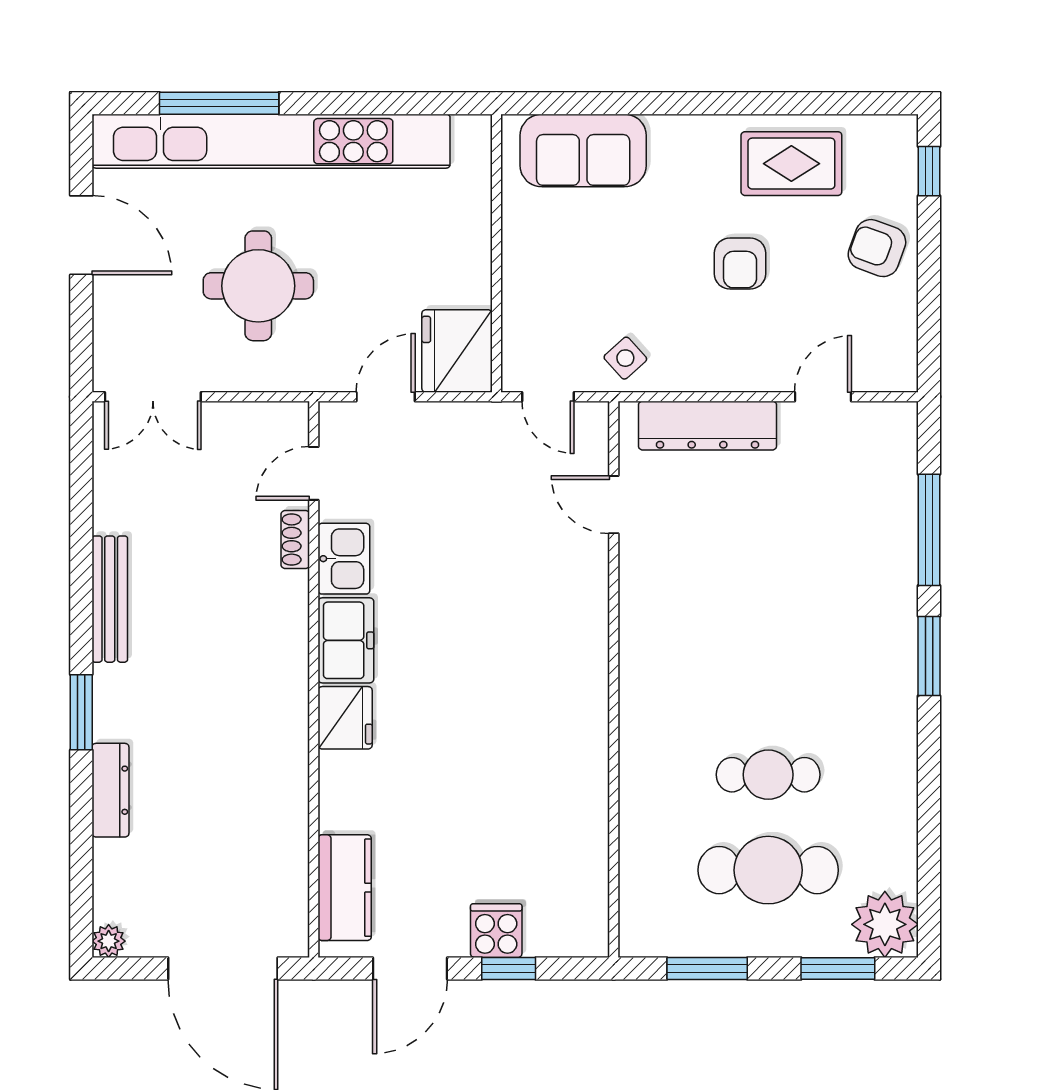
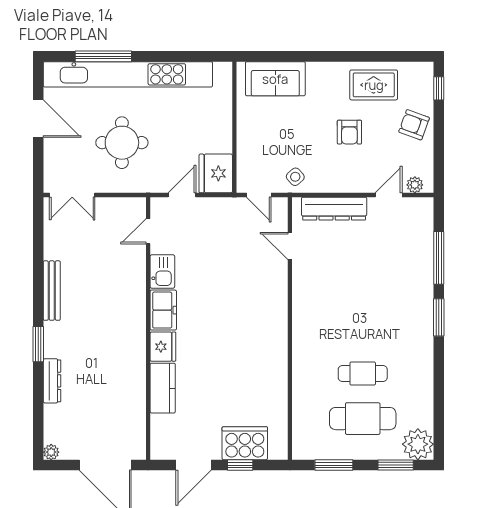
plant: (878, 375) -> (415, 185), added
shoe rack: (295, 540) -> (139, 262), removed
kitchen counter: (345, 888) -> (163, 388), moved
cooker: (496, 931) -> (245, 443), width x1.87, depth x1.31

